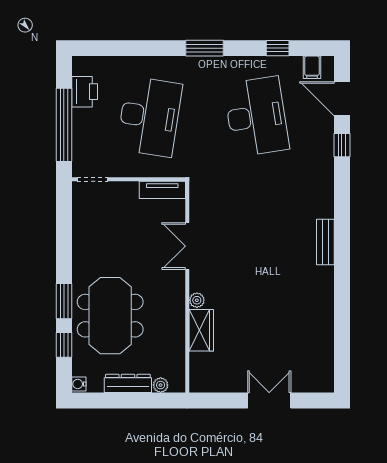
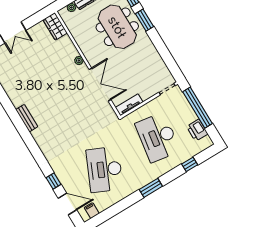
window: (278, 48) -> (190, 164), moved
desk: (256, 117) -> (104, 169), turned 33
bench: (325, 242) -> (27, 118), moved
double door: (187, 246) -> (100, 85), width x1.37
wardrobe: (201, 330) -> (55, 26), moved

